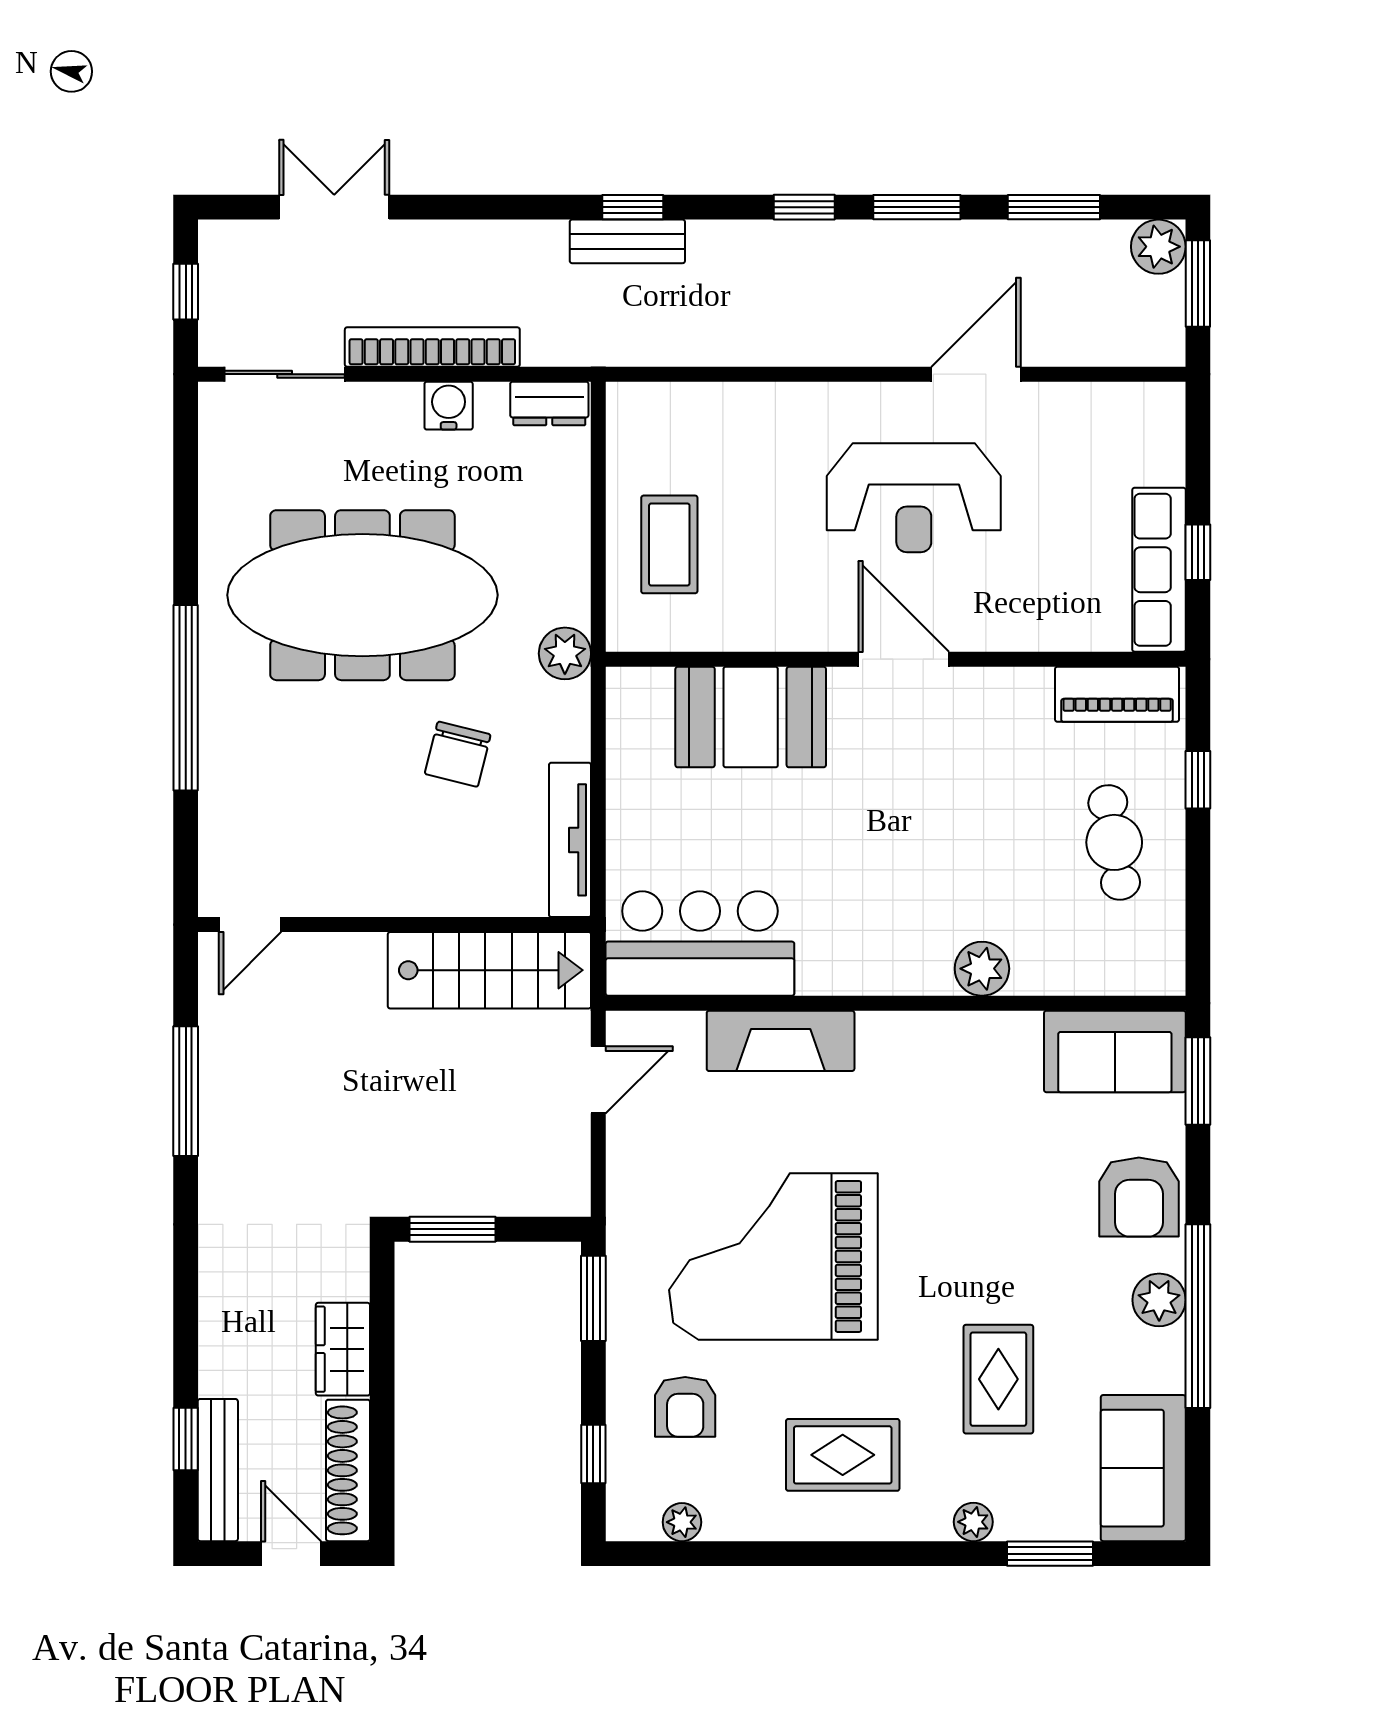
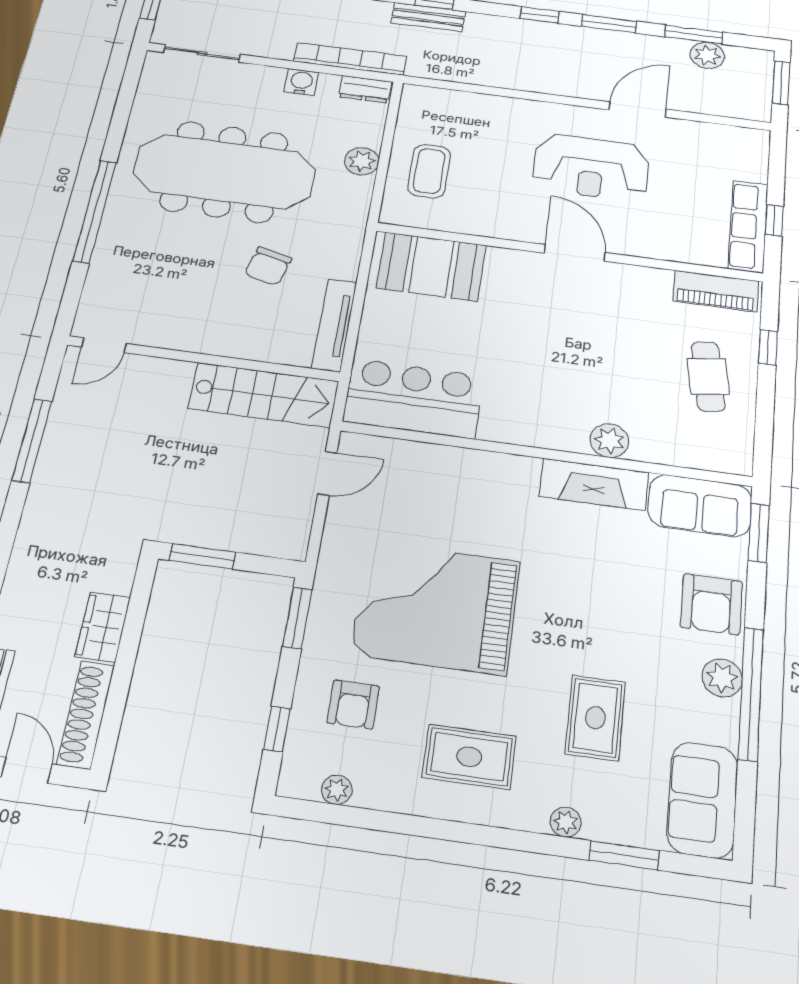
plant: (1158, 247) -> (707, 55), moved
bookcase: (432, 347) -> (350, 59), moved
plant: (565, 653) -> (362, 161), moved
booth: (751, 717) -> (431, 267), moved
fireplace: (781, 1041) -> (594, 484), moved

